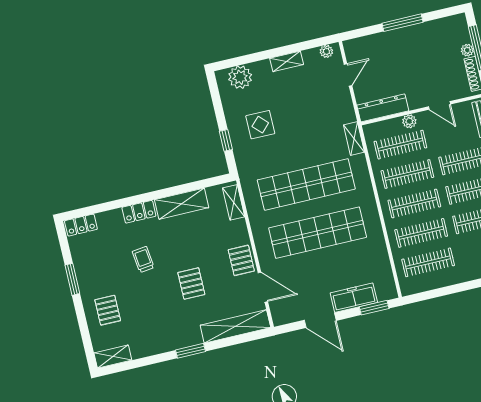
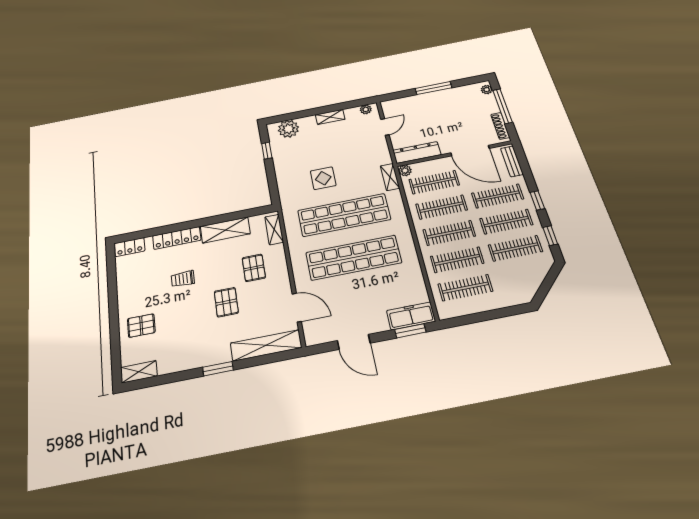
plant: (467, 50) -> (487, 90), moved
door: (439, 105) -> (470, 151), width x1.87
plant: (409, 121) -> (405, 171), moved
display table: (260, 125) -> (323, 178), moved
window: (226, 140) -> (267, 151), moved
locker: (139, 212) -> (177, 238), width x1.53
trolley: (143, 260) -> (183, 279), turned -83
pallet: (241, 260) -> (254, 268), moved
window: (72, 279) -> (113, 295), removed
freezer: (354, 298) -> (411, 316), moved
pallet: (108, 310) -> (141, 326), turned 90

